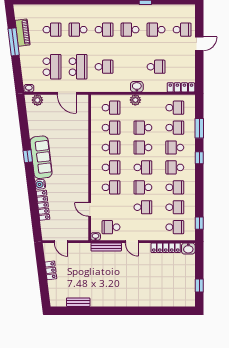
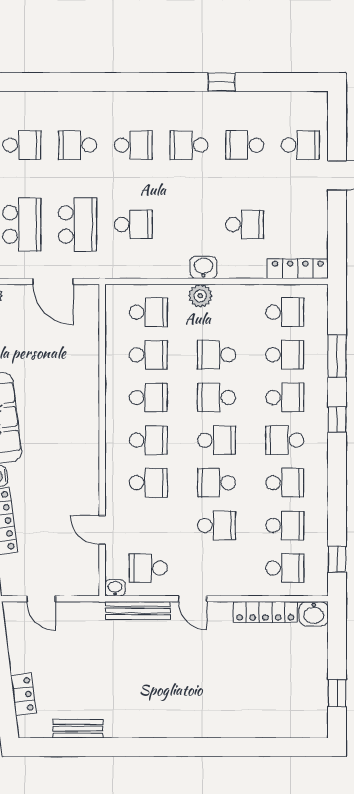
school desk: (175, 148) -> (285, 397), turned 180
locker: (51, 270) -> (23, 695), moved

